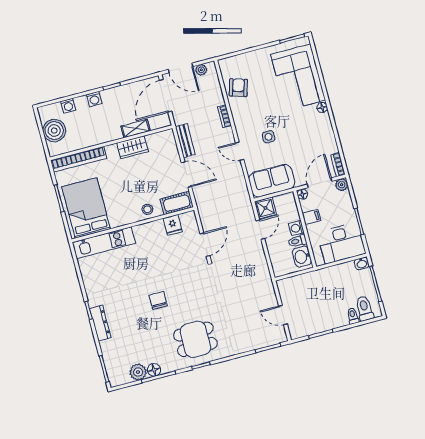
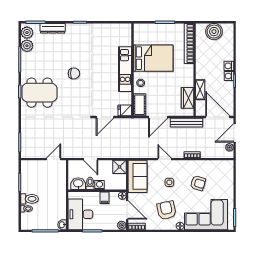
armchair: (238, 88) -> (198, 183), moved
washing machine: (68, 106) -> (229, 76), moved
armchair: (306, 131) -> (166, 210), added
bench: (185, 141) -> (187, 123), width x1.36
wardrobe: (133, 147) -> (187, 98), moved
door: (240, 151) -> (165, 159), hinge flipped
bed: (86, 208) -> (153, 58), moved
fridge: (173, 225) -> (125, 110), moved
door: (260, 230) -> (91, 159), moved
kitchen unit: (104, 243) -> (125, 69), moved
door: (205, 245) -> (105, 117), hinge flipped
toilet: (364, 309) -> (30, 199), moved
door: (283, 315) -> (54, 159), moved
dresser: (100, 323) -> (53, 28), moved
dining table: (195, 339) -> (39, 93), width x1.38
floor lamp: (154, 370) -> (26, 57), removed
plant: (121, 377) -> (27, 33), added

